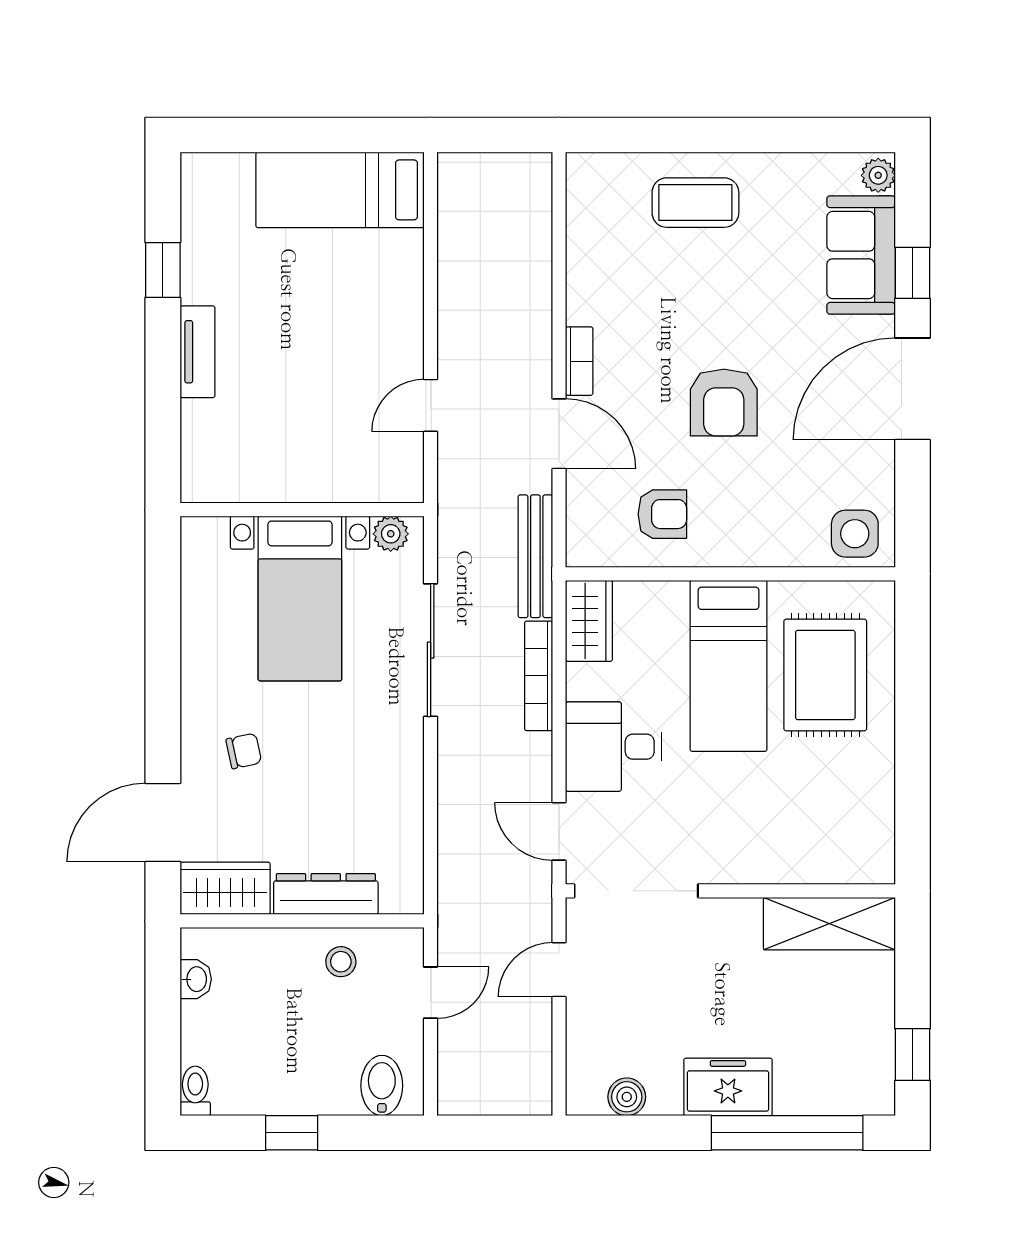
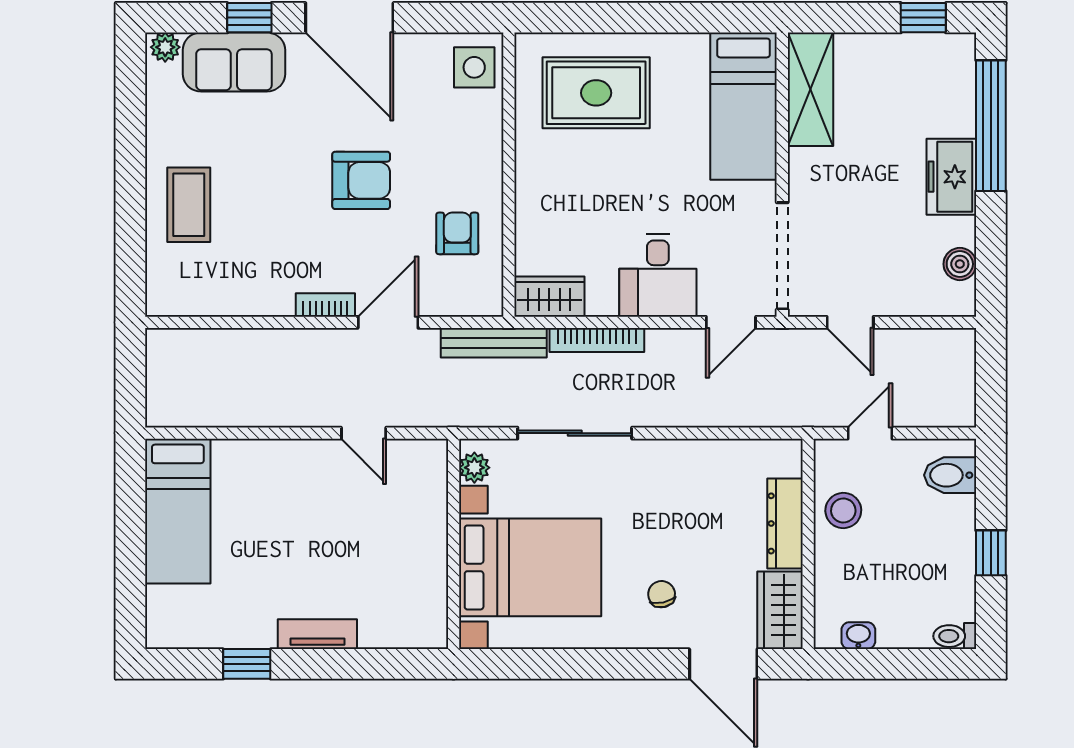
bed with nightstands: (300, 599) -> (530, 567), width x1.36
bed: (729, 666) -> (744, 106), moved, turned 90
stool: (341, 962) -> (843, 511), width x1.37, depth x1.37
door: (431, 993) -> (870, 433), hinge flipped

